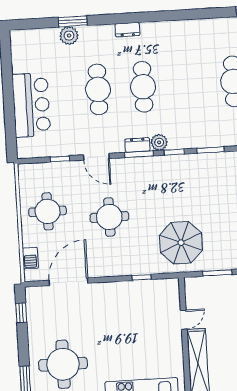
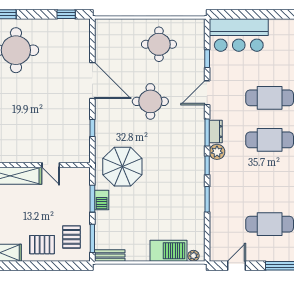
bar counter: (31, 105) -> (239, 35), moved
barbecue: (30, 258) -> (102, 200), moved, turned -90
door: (68, 282) -> (92, 80), moved

